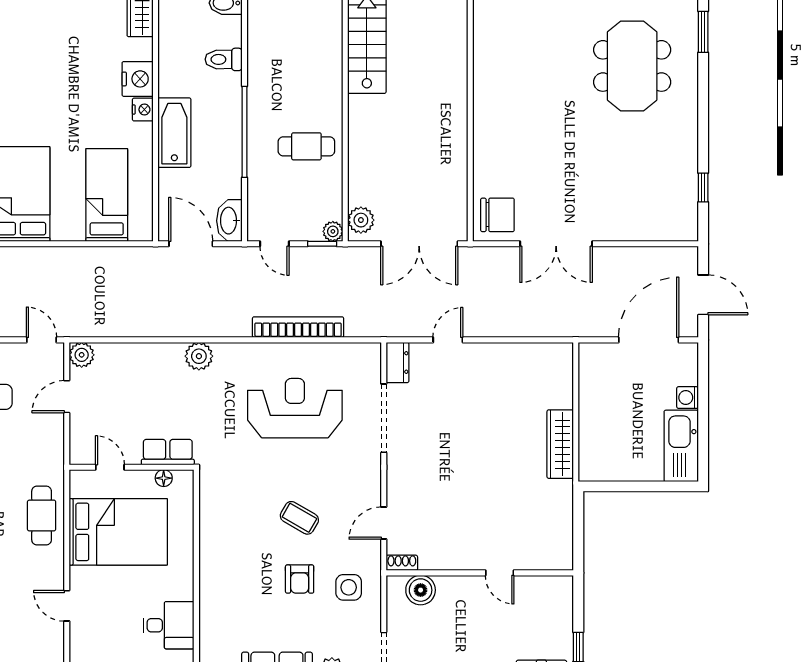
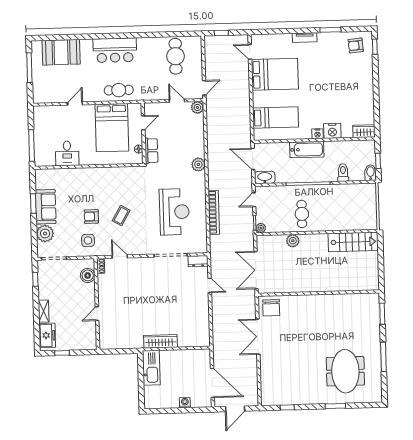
window: (703, 32) -> (335, 406), moved
meeting table: (632, 66) -> (345, 371), turned 90
plant: (361, 220) -> (293, 241), moved
door: (191, 244) -> (253, 159), swing flipped
kitchen sink: (681, 446) -> (151, 368), moved, turned 90

